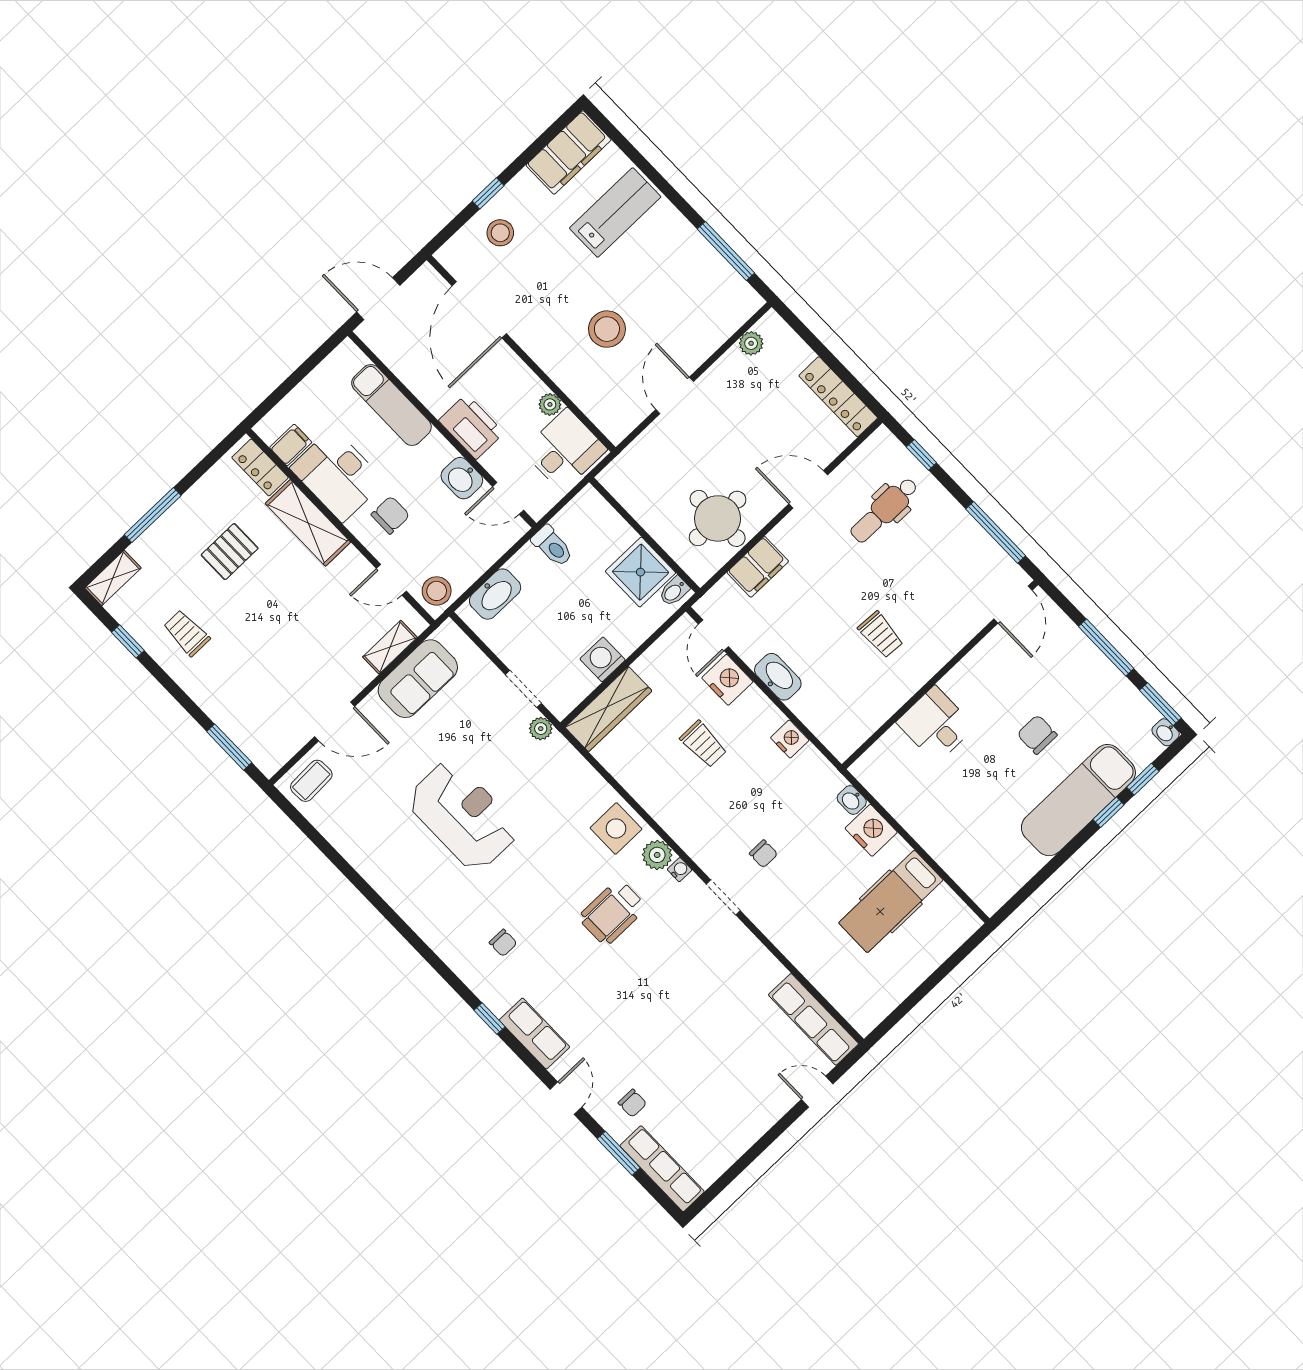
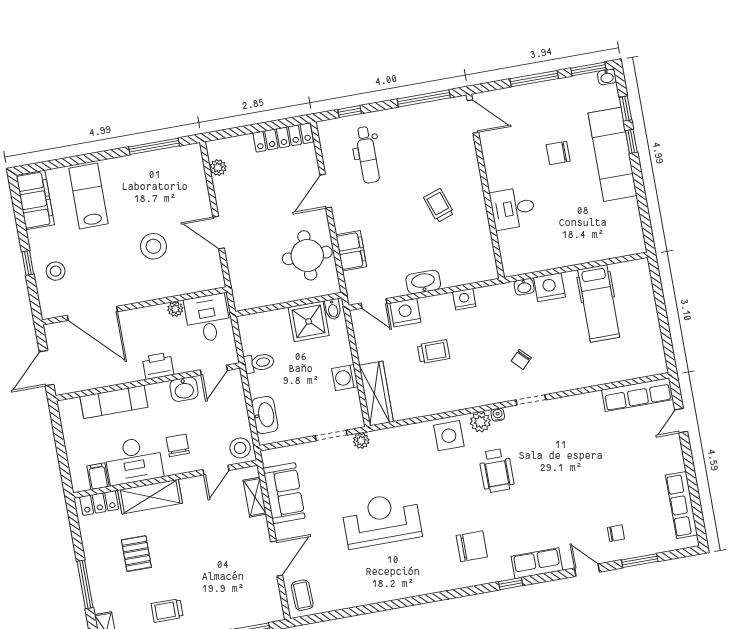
printer: (471, 427) -> (158, 366), width x0.73, depth x0.84
trolley: (881, 635) -> (439, 205), turned -112
chair: (763, 854) -> (521, 359), turned 135
chair: (503, 943) -> (472, 546), width x1.87, depth x1.87
row of seats: (662, 1169) -> (681, 505), moved, turned -90

